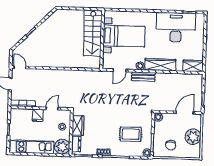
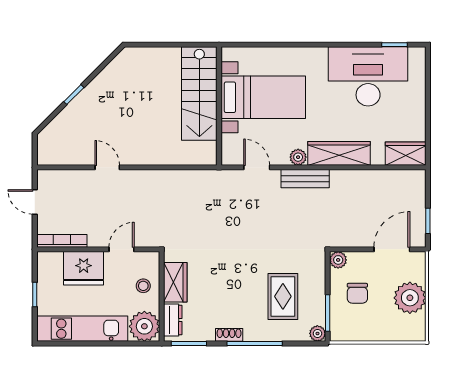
door: (20, 67) -> (107, 167), moved
door: (120, 70) -> (257, 167), swing flipped
fridge: (38, 115) -> (84, 268), width x1.88, depth x1.34
rug: (131, 134) -> (283, 296), turned 90
chair: (171, 145) -> (357, 293), moved

